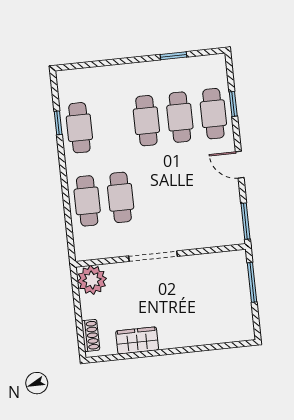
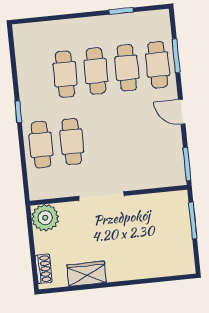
window: (233, 104) -> (176, 56), width x1.50
window: (58, 123) -> (18, 112), moved
cafe table: (79, 128) -> (65, 74), moved

